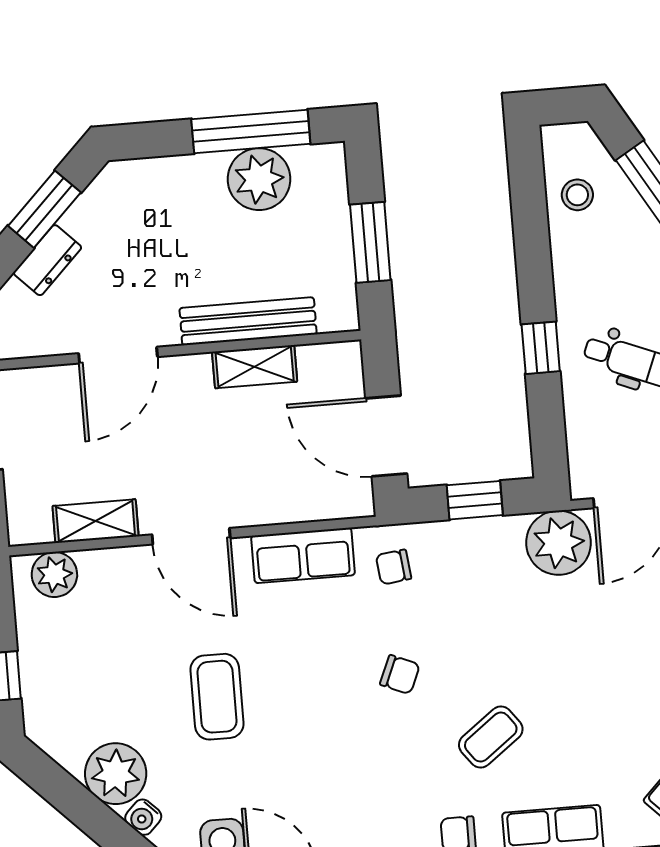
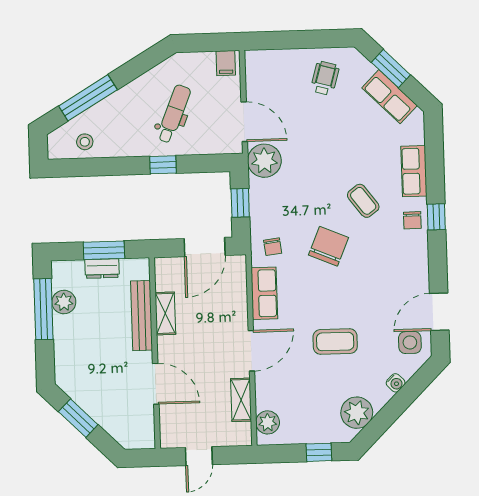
plant: (259, 179) -> (64, 302), width x0.73, depth x0.73
dresser: (47, 260) -> (102, 269), moved, turned 135
chair: (400, 675) -> (328, 246), width x1.87, depth x1.87
plant: (116, 774) -> (357, 413), moved

